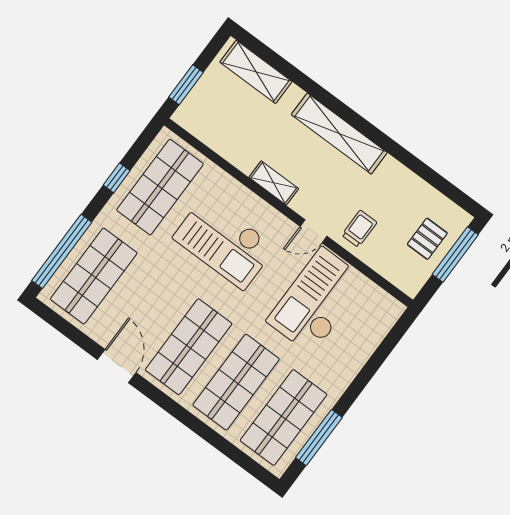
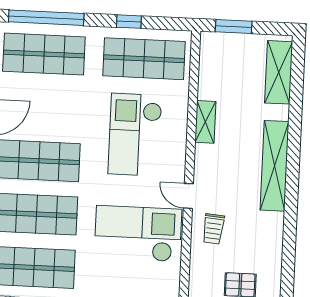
shelving: (274, 183) -> (205, 122), moved
trolley: (359, 229) -> (213, 229), turned 95

